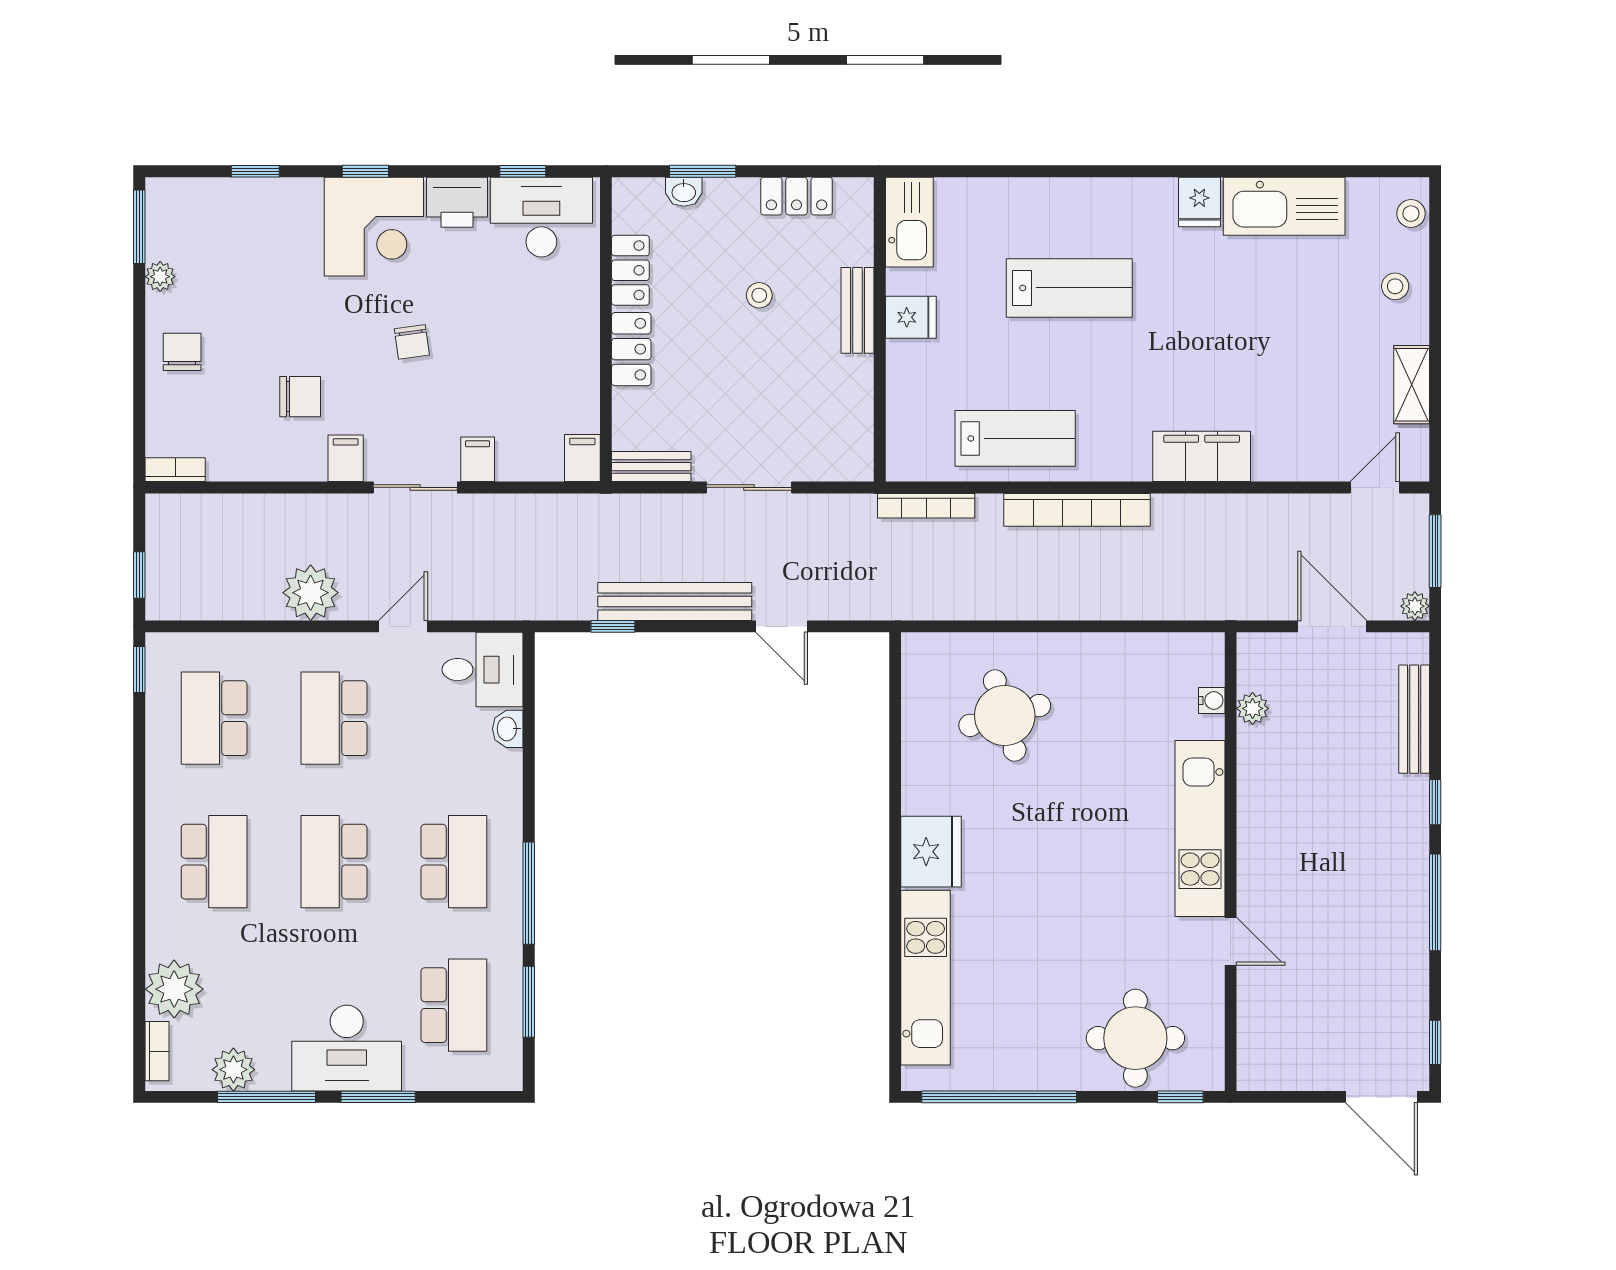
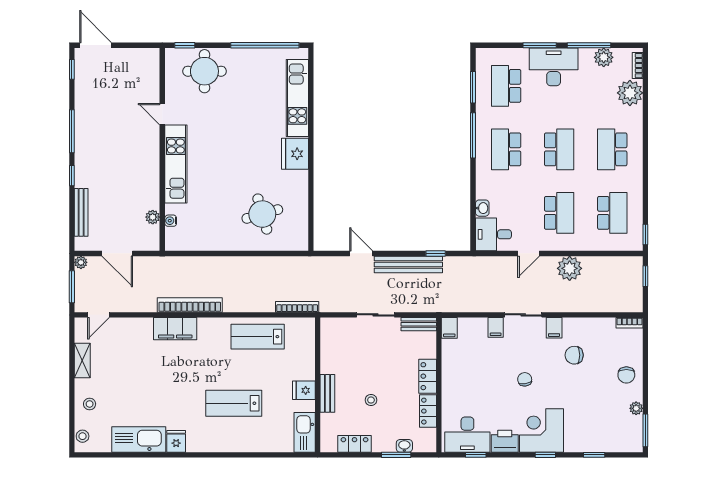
bookcase: (1077, 510) -> (190, 305), moved

